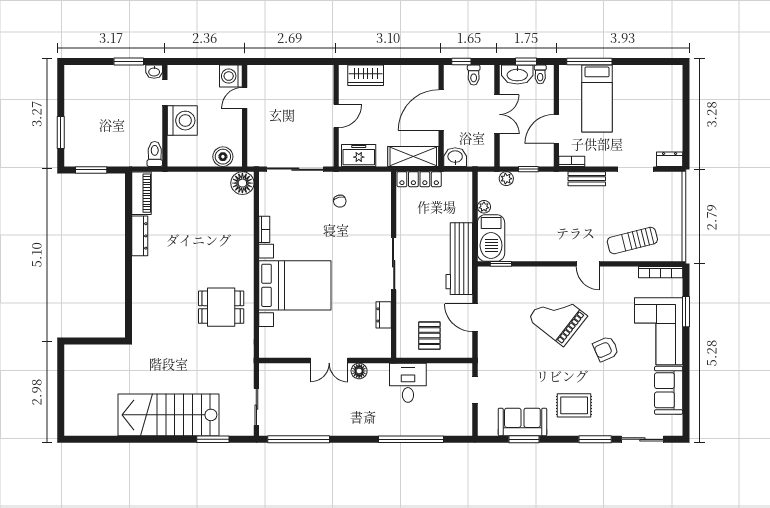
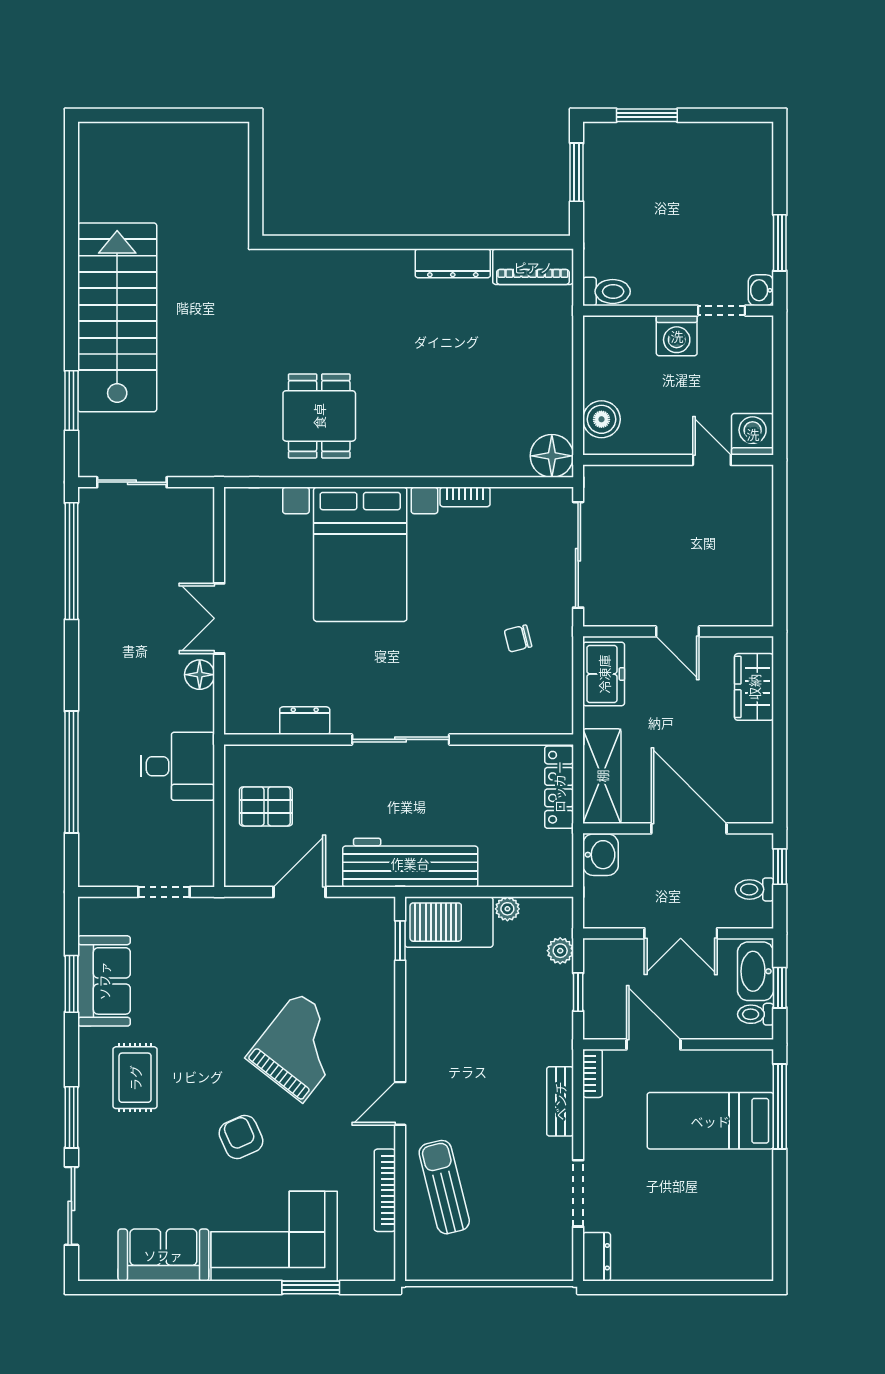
washing machine: (182, 121) -> (677, 336), width x0.73, depth x0.73
bookcase: (661, 272) -> (385, 1190), moved

